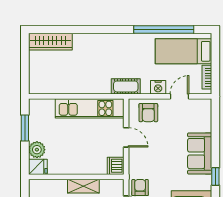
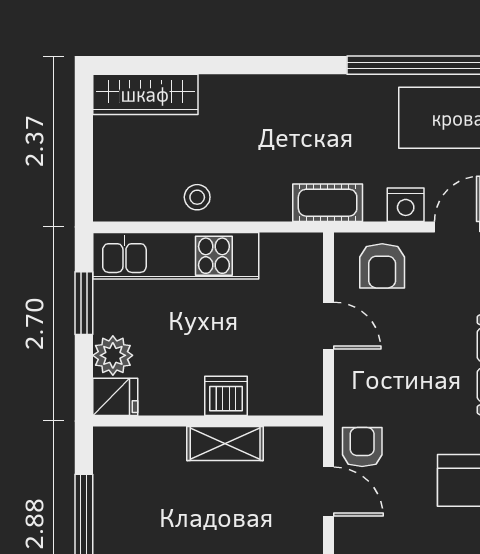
stool: (72, 84) -> (197, 197), added
kitchen unit: (90, 108) -> (176, 256), moved
dishwasher: (116, 166) -> (226, 396), moved, turned 90

